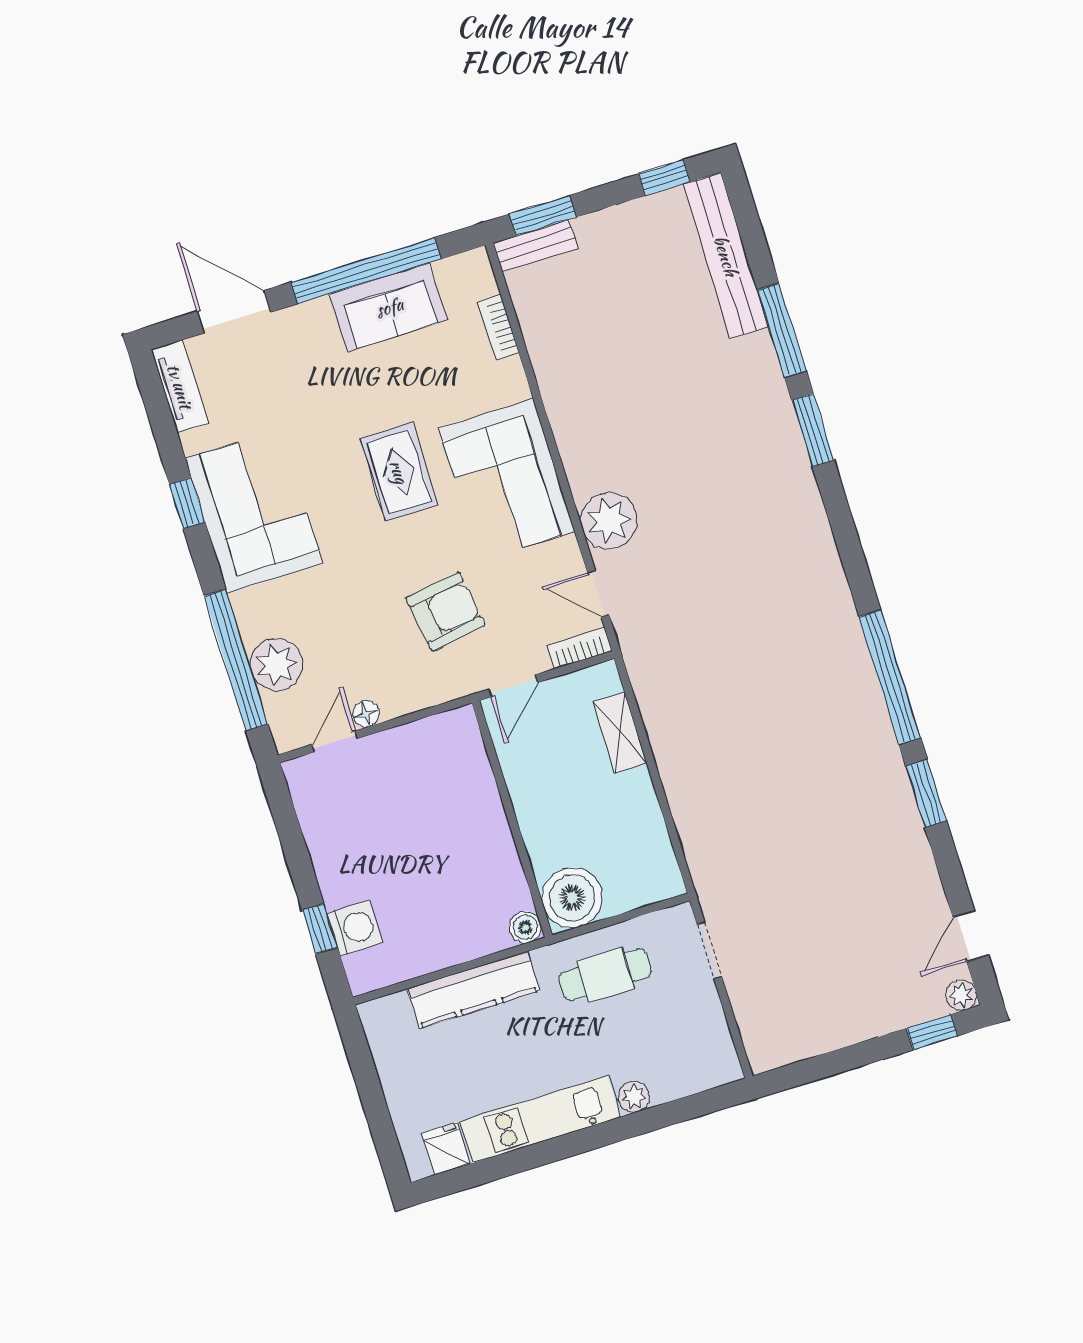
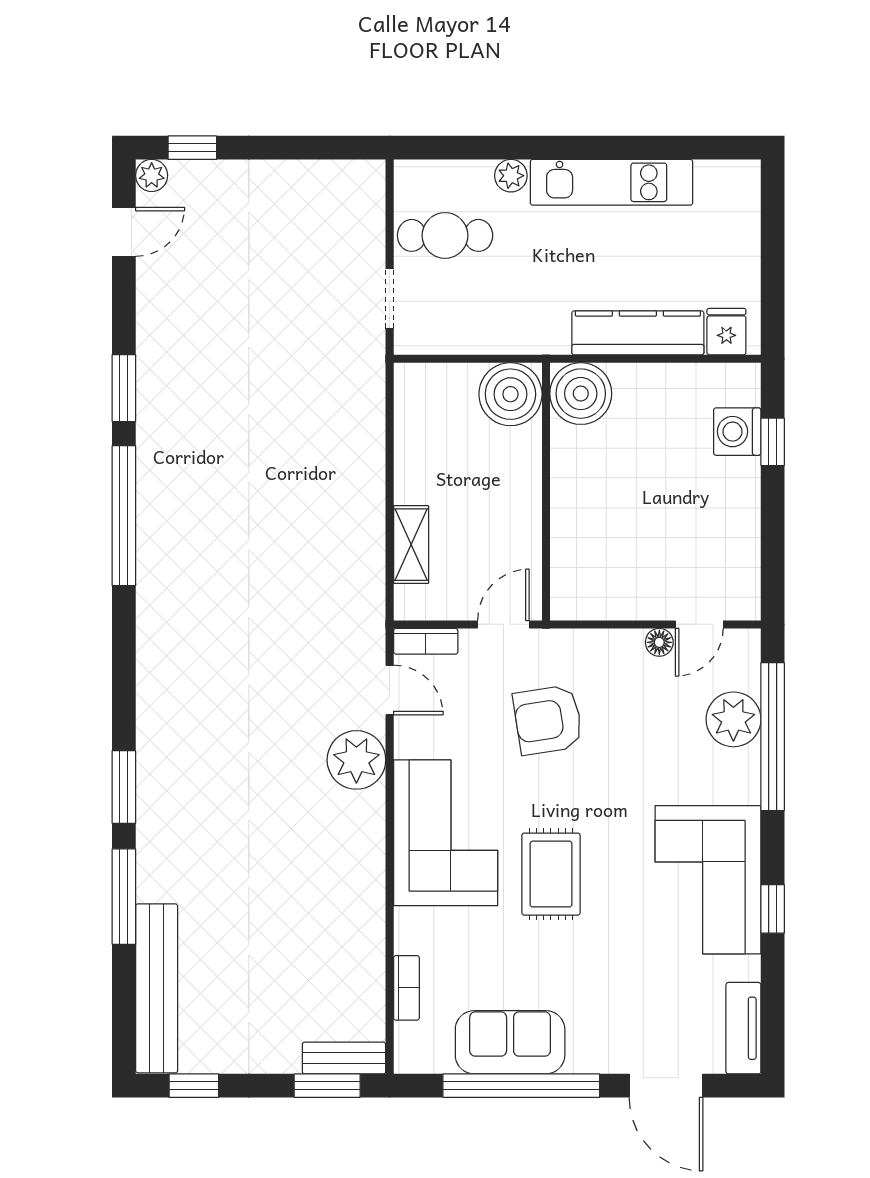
boiler: (525, 927) -> (581, 394), width x1.86, depth x1.86
cafe table: (605, 975) -> (445, 235), moved
fridge: (445, 1149) -> (726, 332), moved, turned 180

